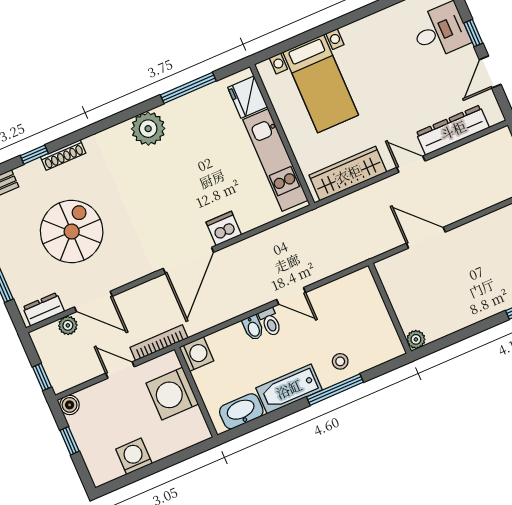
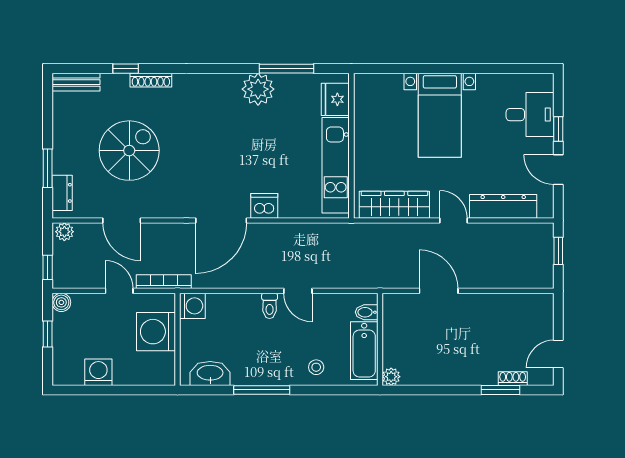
door: (490, 72) -> (558, 170), hinge flipped
bed with nightstands: (321, 84) -> (440, 115), moved
plant: (148, 129) -> (258, 89), moved
dresser: (44, 309) -> (62, 193), moved, turned 90
plant: (68, 325) -> (64, 232), moved
bidet: (253, 328) -> (367, 312), moved, turned 90
bathtub: (289, 389) -> (364, 351), moved, turned -90
window: (335, 390) -> (262, 390), moved

